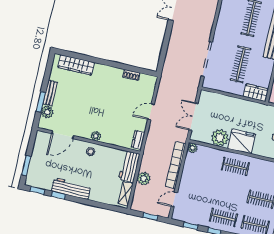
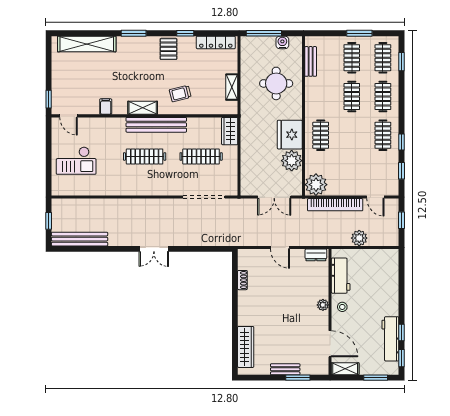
plant: (47, 112) -> (308, 368), removed
plant: (192, 148) -> (316, 185), width x1.87, depth x1.87
workbench: (129, 167) -> (341, 276), moved, turned -90
workbench: (71, 189) -> (390, 339), moved
shelving: (126, 194) -> (345, 369), moved

